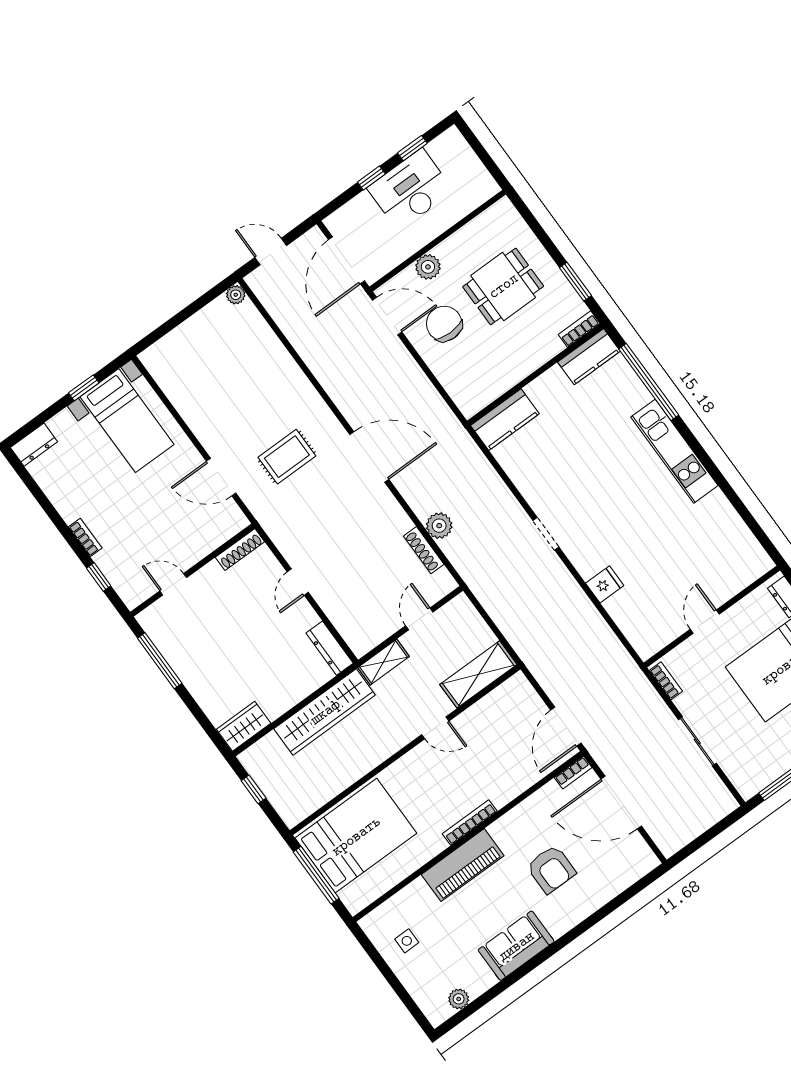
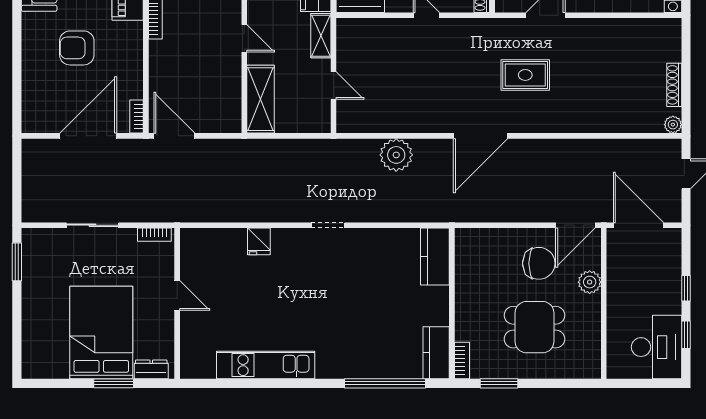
desk: (410, 189) -> (657, 347), moved
dining table: (503, 286) -> (534, 327), turned 90
kitchen unit: (674, 451) -> (266, 365), moved
rug: (287, 457) -> (525, 75), turned 90
plant: (439, 526) -> (396, 155), width x1.36, depth x1.36
shoe rack: (424, 550) -> (674, 85), moved, turned -90
door: (435, 728) -> (244, 38), swing flipped

